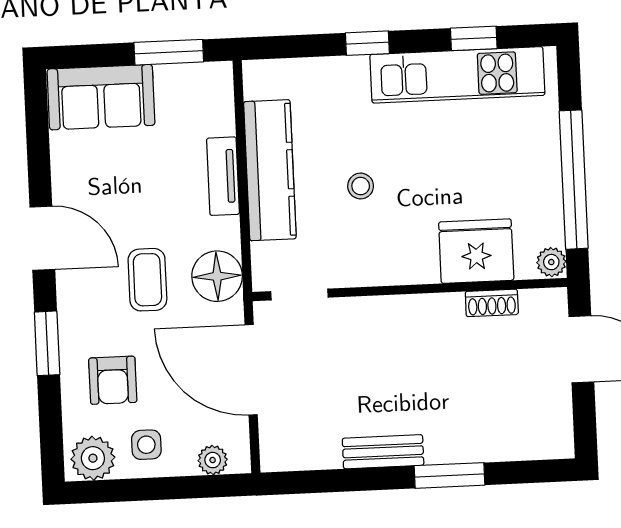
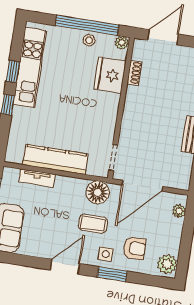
window: (474, 38) -> (13, 72), moved
tv unit: (223, 176) -> (37, 178), moved
stool: (361, 186) -> (89, 40), moved
side table: (146, 445) -> (106, 254), moved

